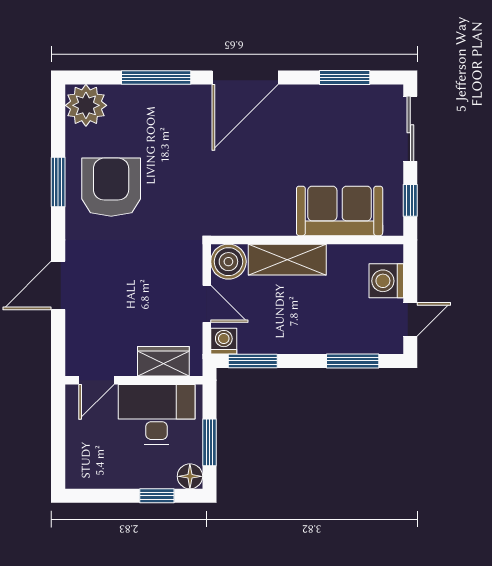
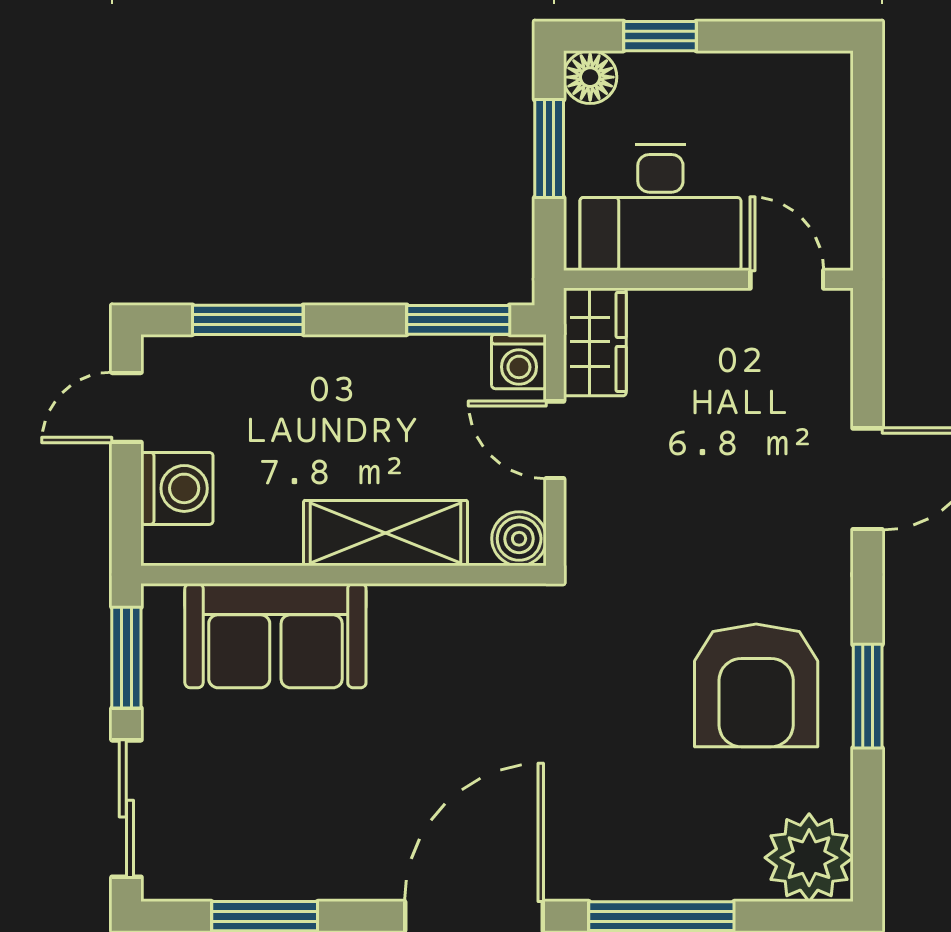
window: (410, 200) -> (126, 658), width x1.50
boiler: (228, 262) -> (519, 539), width x0.73, depth x0.73
wardrobe: (163, 361) -> (595, 342), moved, turned -90
door: (96, 380) -> (787, 279), hinge flipped

